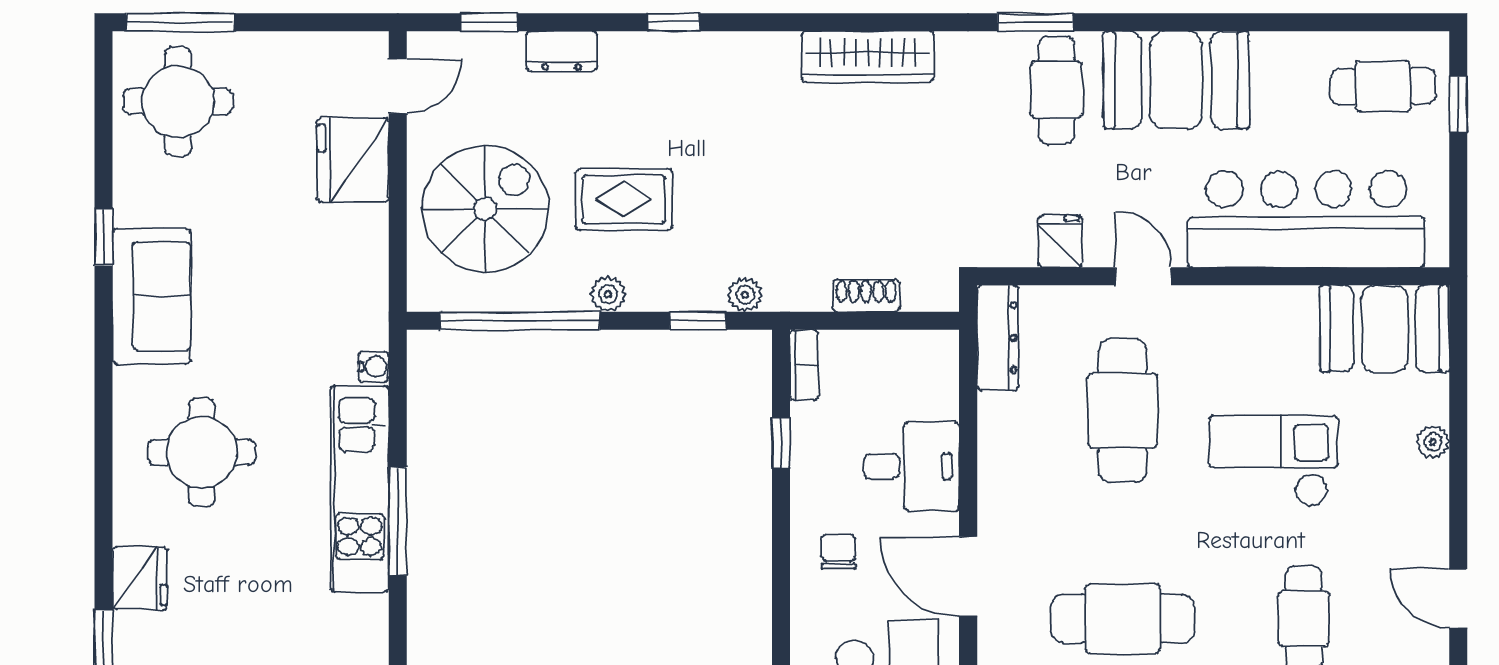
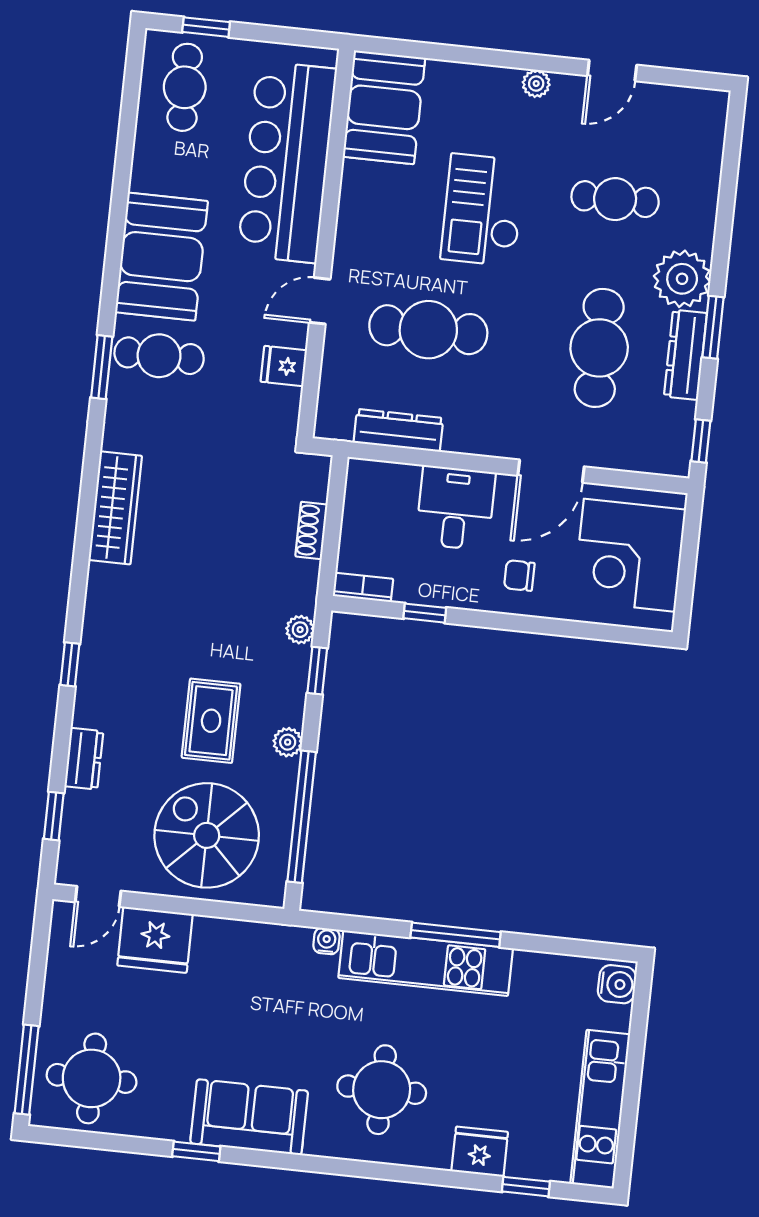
door: (398, 86) -> (98, 897), swing flipped
dresser: (998, 338) -> (398, 430), moved
plant: (1433, 442) -> (536, 84), moved

